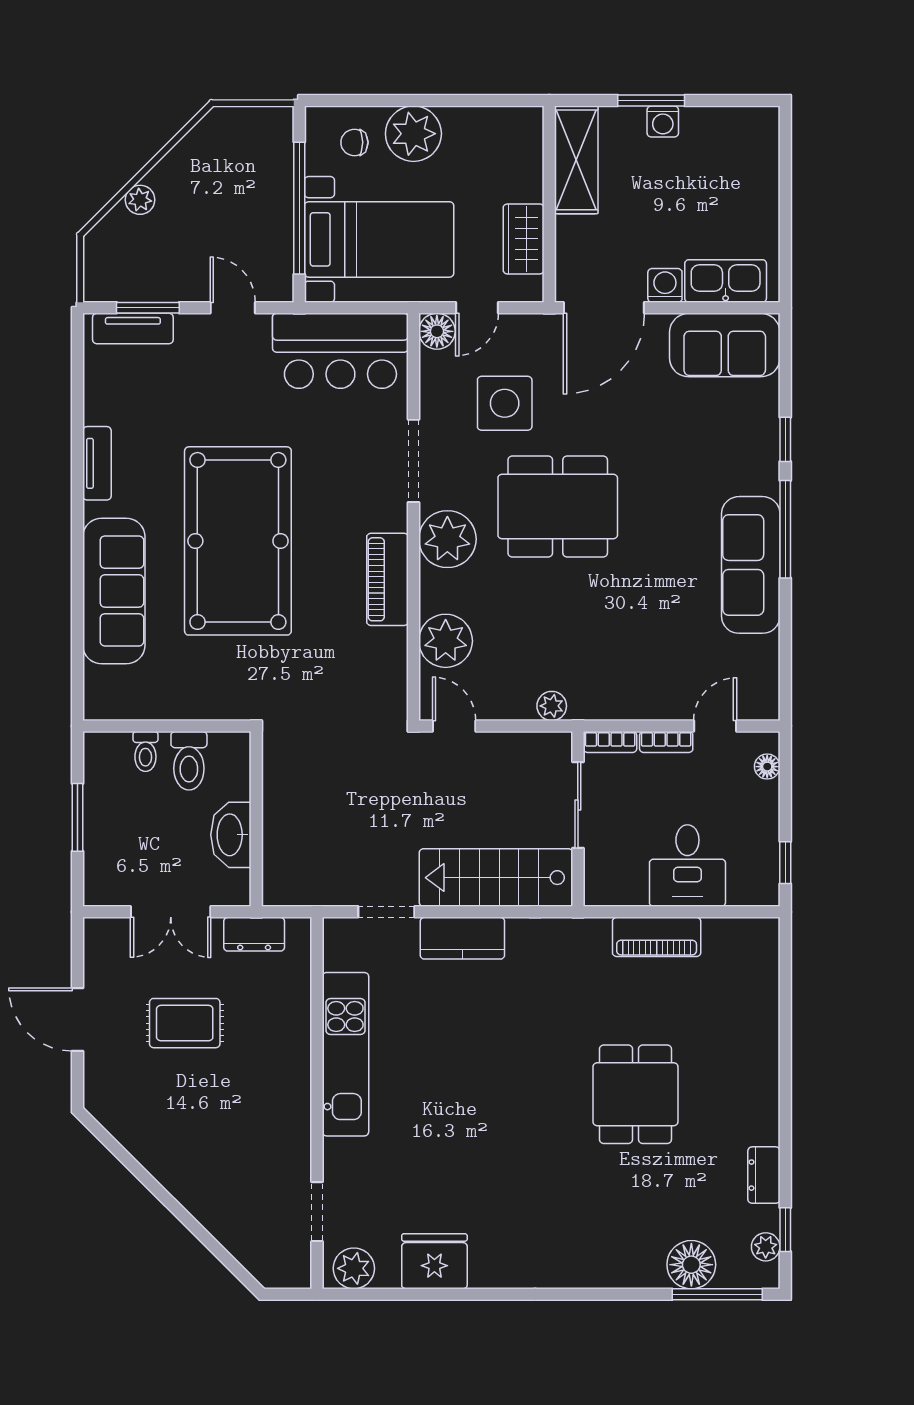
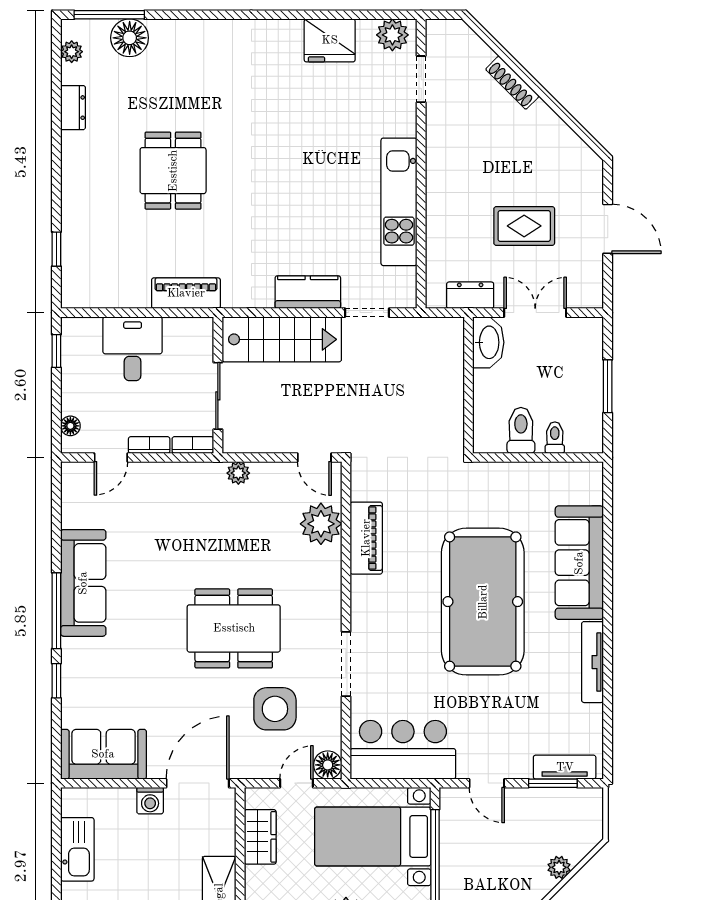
kitchen sink: (726, 281) -> (77, 849), moved, turned -90
tv unit: (97, 463) -> (593, 662), width x1.41
plant: (447, 539) -> (320, 603), removed
piano: (387, 579) -> (366, 538), moved
washbasin: (231, 835) -> (488, 342), moved
piano: (657, 937) -> (186, 293), moved
shoe rack: (200, 1207) -> (512, 83), added
window: (785, 1230) -> (56, 249), moved

